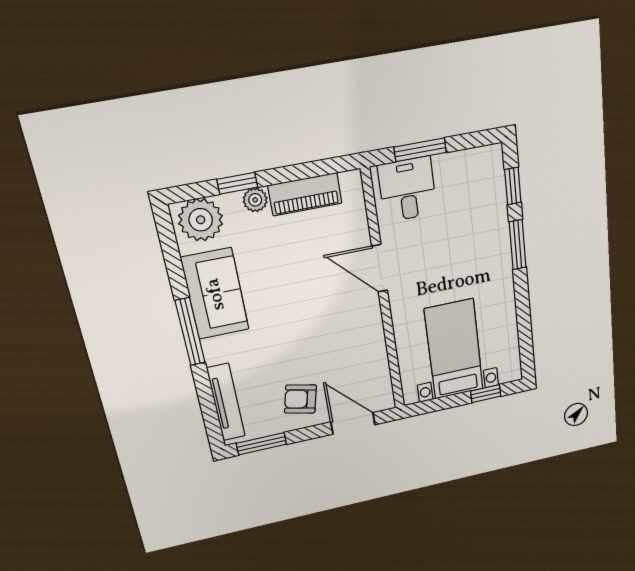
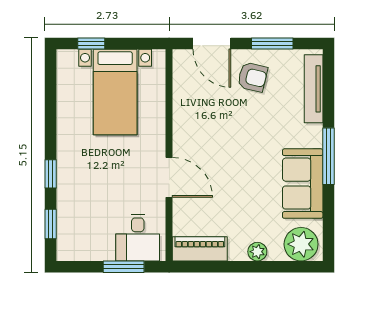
window: (237, 183) -> (268, 267), removed
piano: (305, 194) -> (200, 249), moved
window: (518, 245) -> (51, 174), width x0.67
window: (261, 444) -> (272, 43), moved

